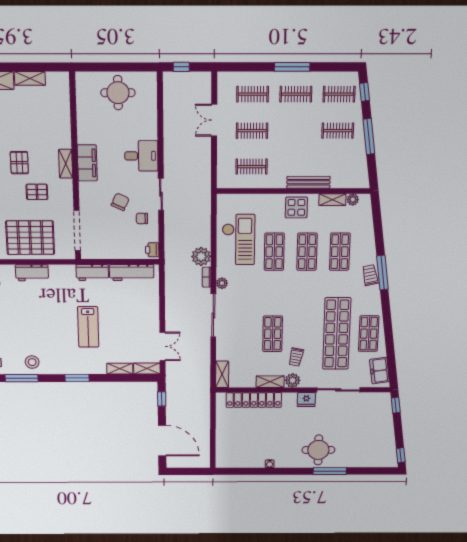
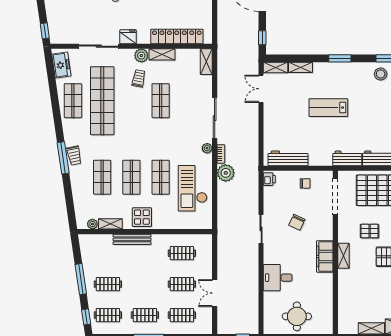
double door: (214, 120) -> (215, 293), swing flipped
desk: (141, 156) -> (278, 278), moved
chair: (142, 218) -> (305, 183), moved
workbench: (92, 273) -> (347, 158), moved
lab bench: (88, 327) -> (328, 108), turned -90

